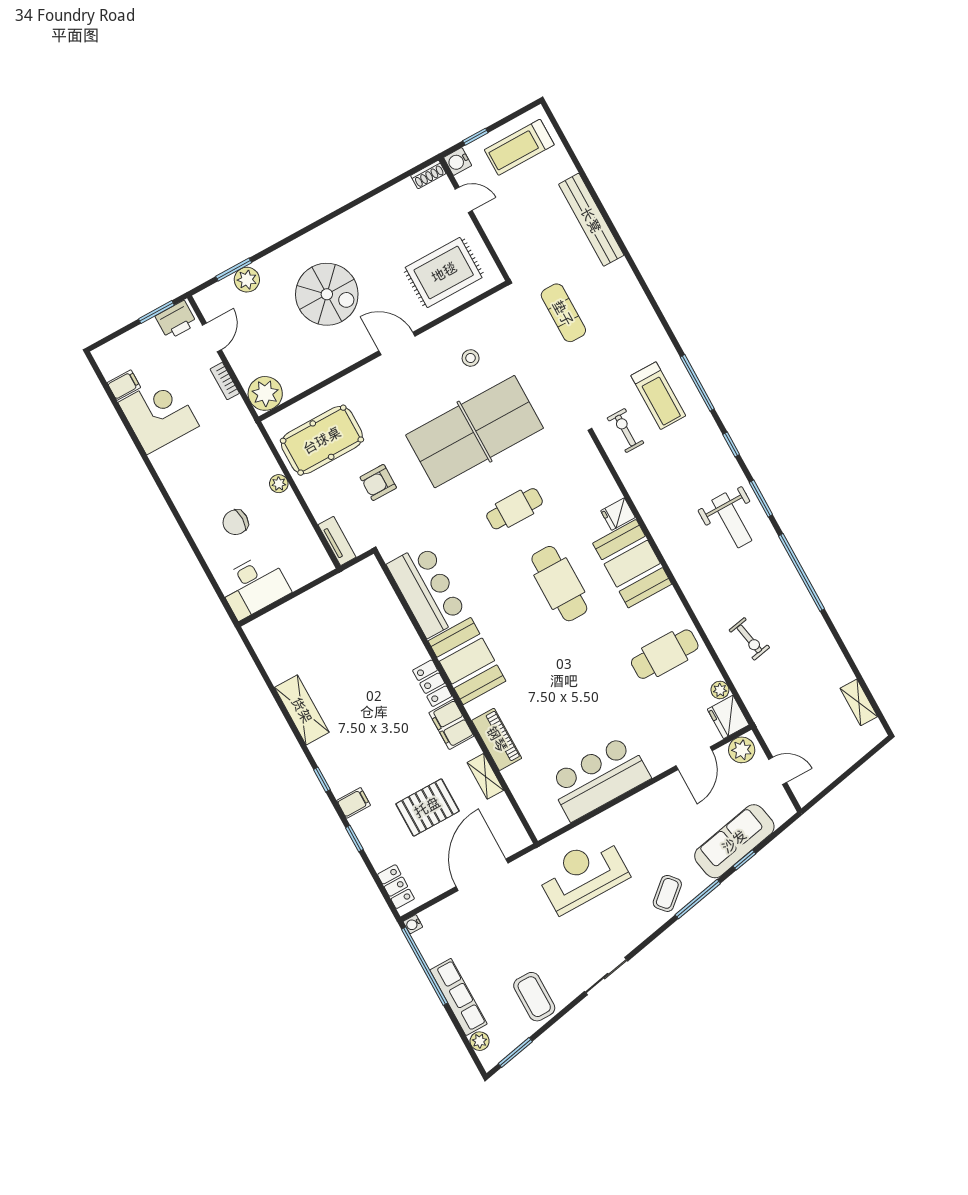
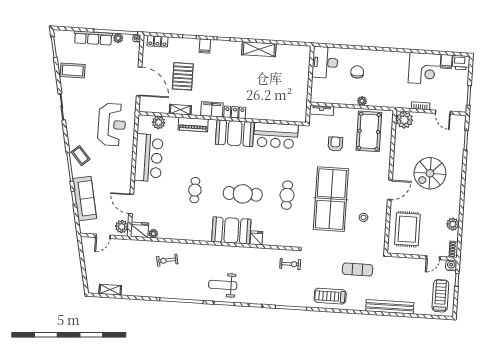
plant: (247, 280) -> (453, 224), moved
printer: (176, 320) -> (461, 63), moved, turned -90
treadmill: (658, 396) -> (330, 296), moved
cafe table: (665, 654) -> (195, 190), moved, width x0.73, depth x0.74
plant: (530, 799) -> (159, 122), added
plant: (480, 1041) -> (118, 38), moved

